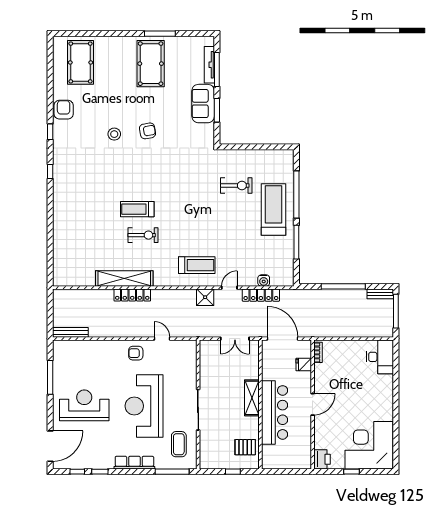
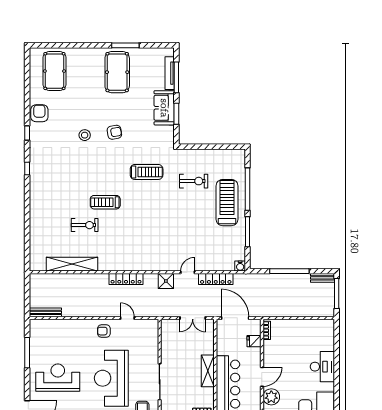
exercise bike: (143, 235) -> (85, 225), moved
treadmill: (197, 265) -> (147, 172), moved
shelving: (124, 278) -> (72, 264), moved
water cooler: (264, 281) -> (240, 266), moved
locker: (132, 295) -> (126, 279), moved
desk: (380, 357) -> (322, 367), moved
plant: (323, 427) -> (271, 397), added

